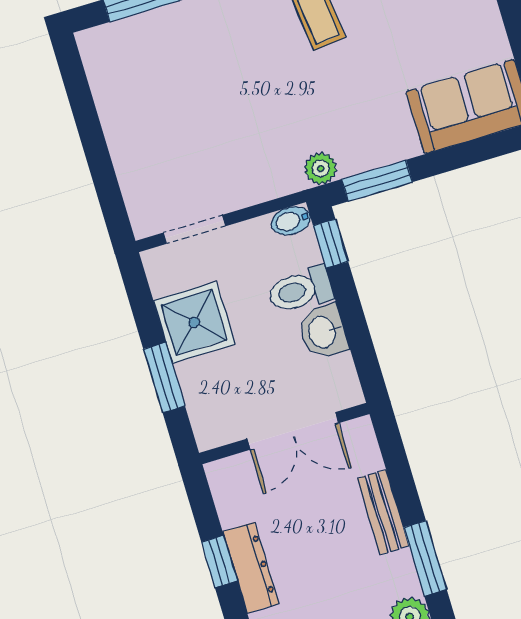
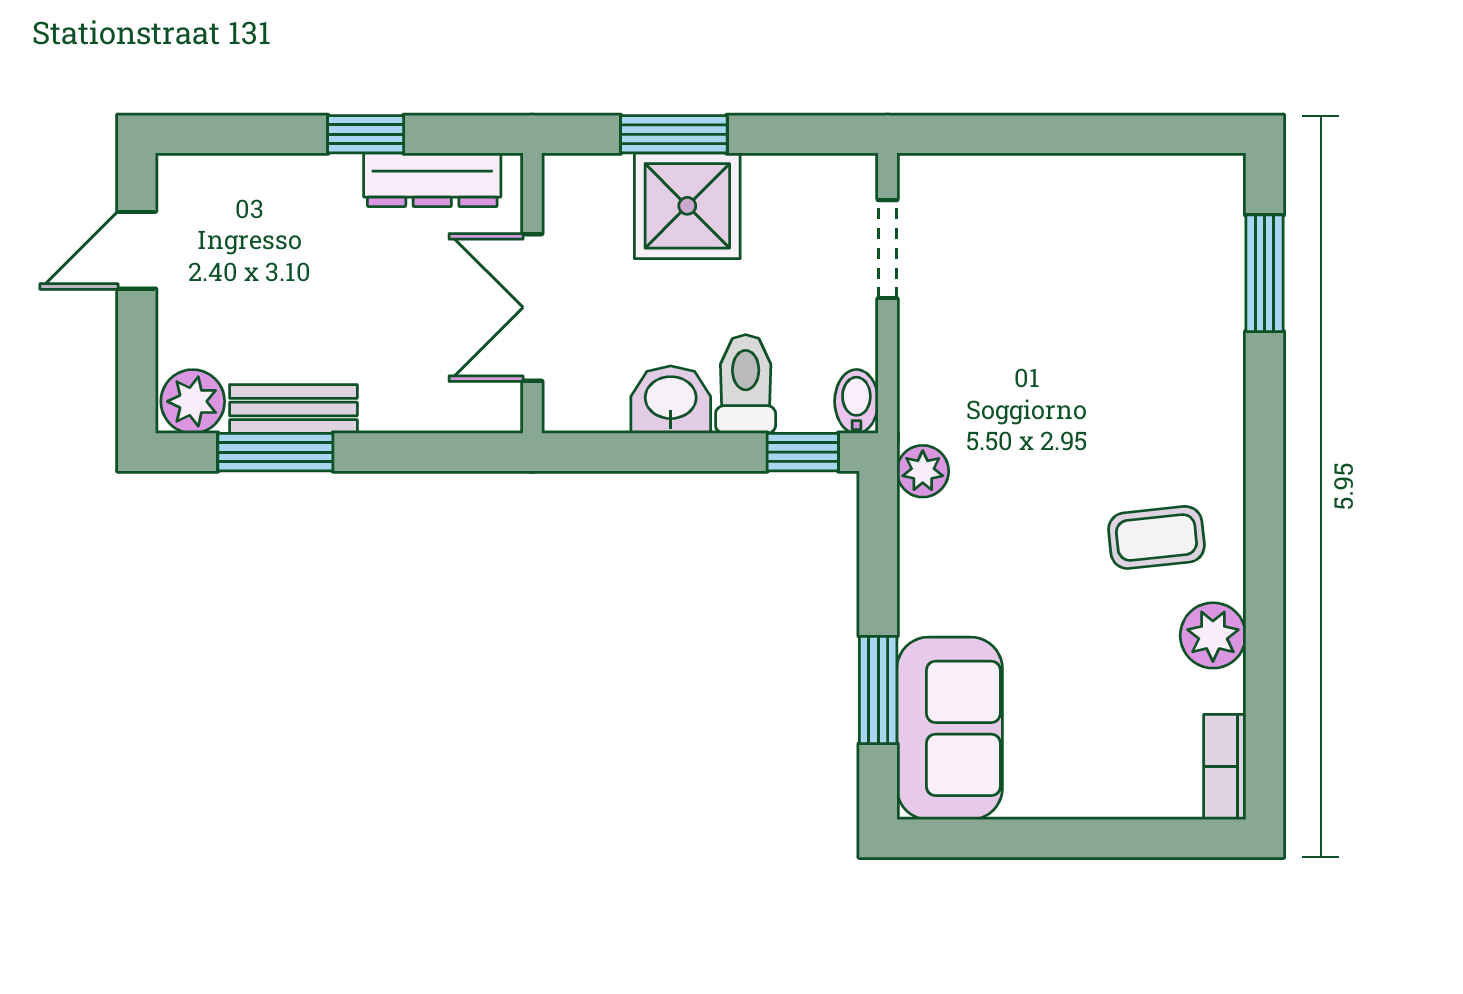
window: (377, 181) -> (878, 690), moved
shower: (194, 322) -> (687, 206), moved
bench: (383, 512) -> (293, 409), moved
dresser: (251, 568) -> (432, 180), moved

